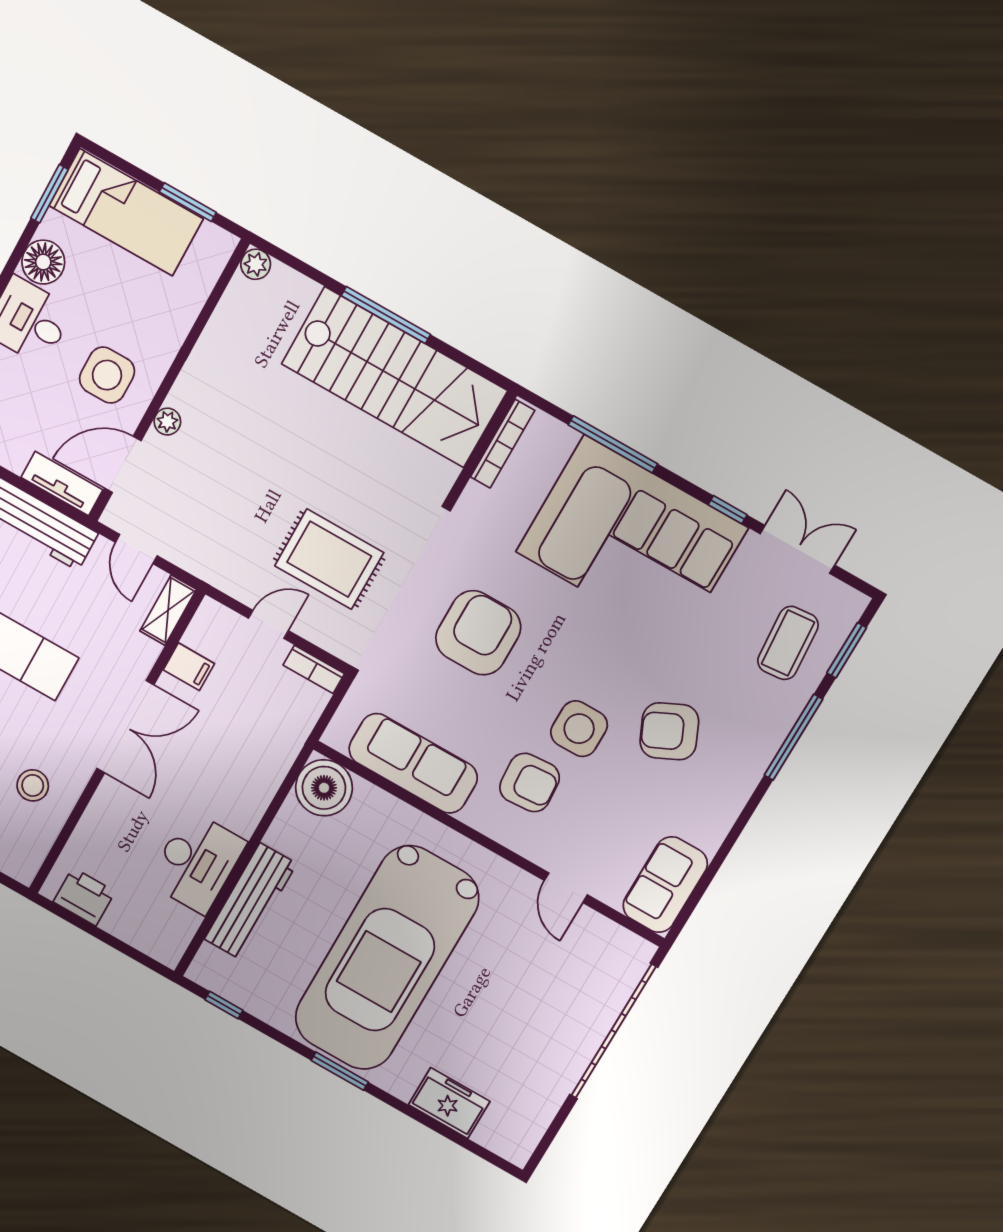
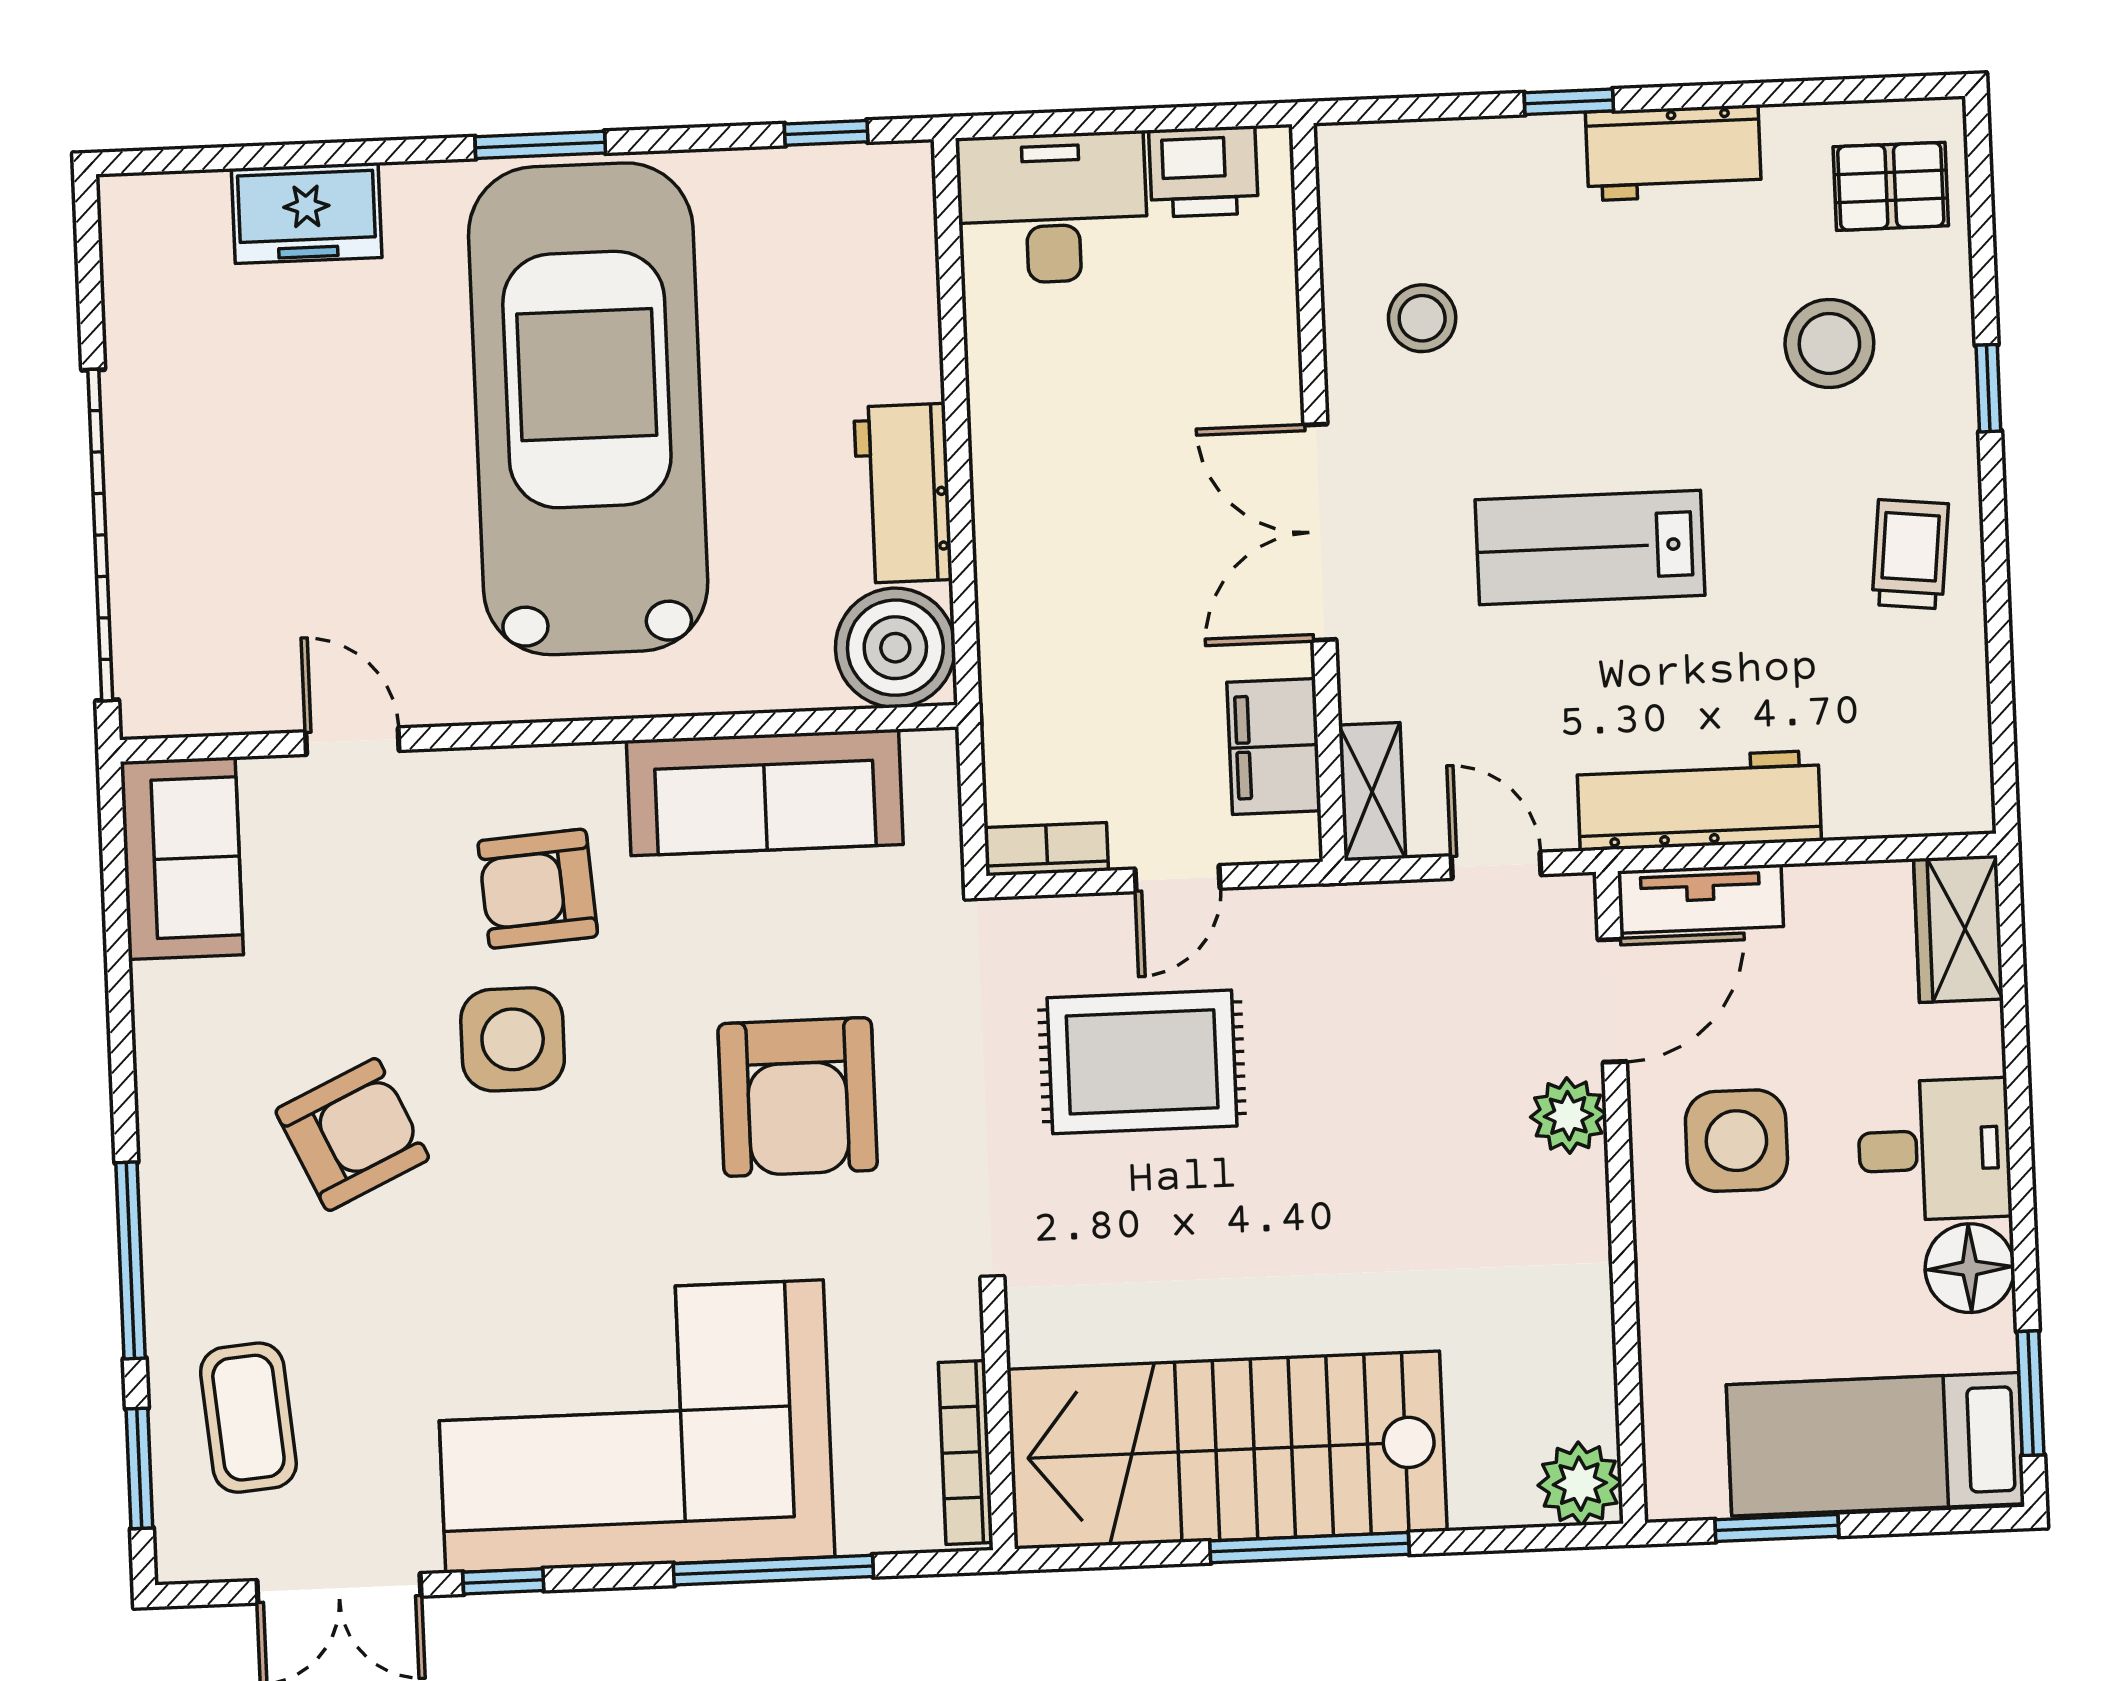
plant: (256, 264) -> (1580, 1484), width x1.38, depth x1.38
plant: (167, 422) -> (1568, 1116), width x1.38, depth x1.38
filing cabinet: (189, 667) -> (1274, 746), width x2.00
desk: (197, 862) -> (1052, 208), moved, turned 90
workbench: (251, 901) -> (903, 493), moved, width x0.73

